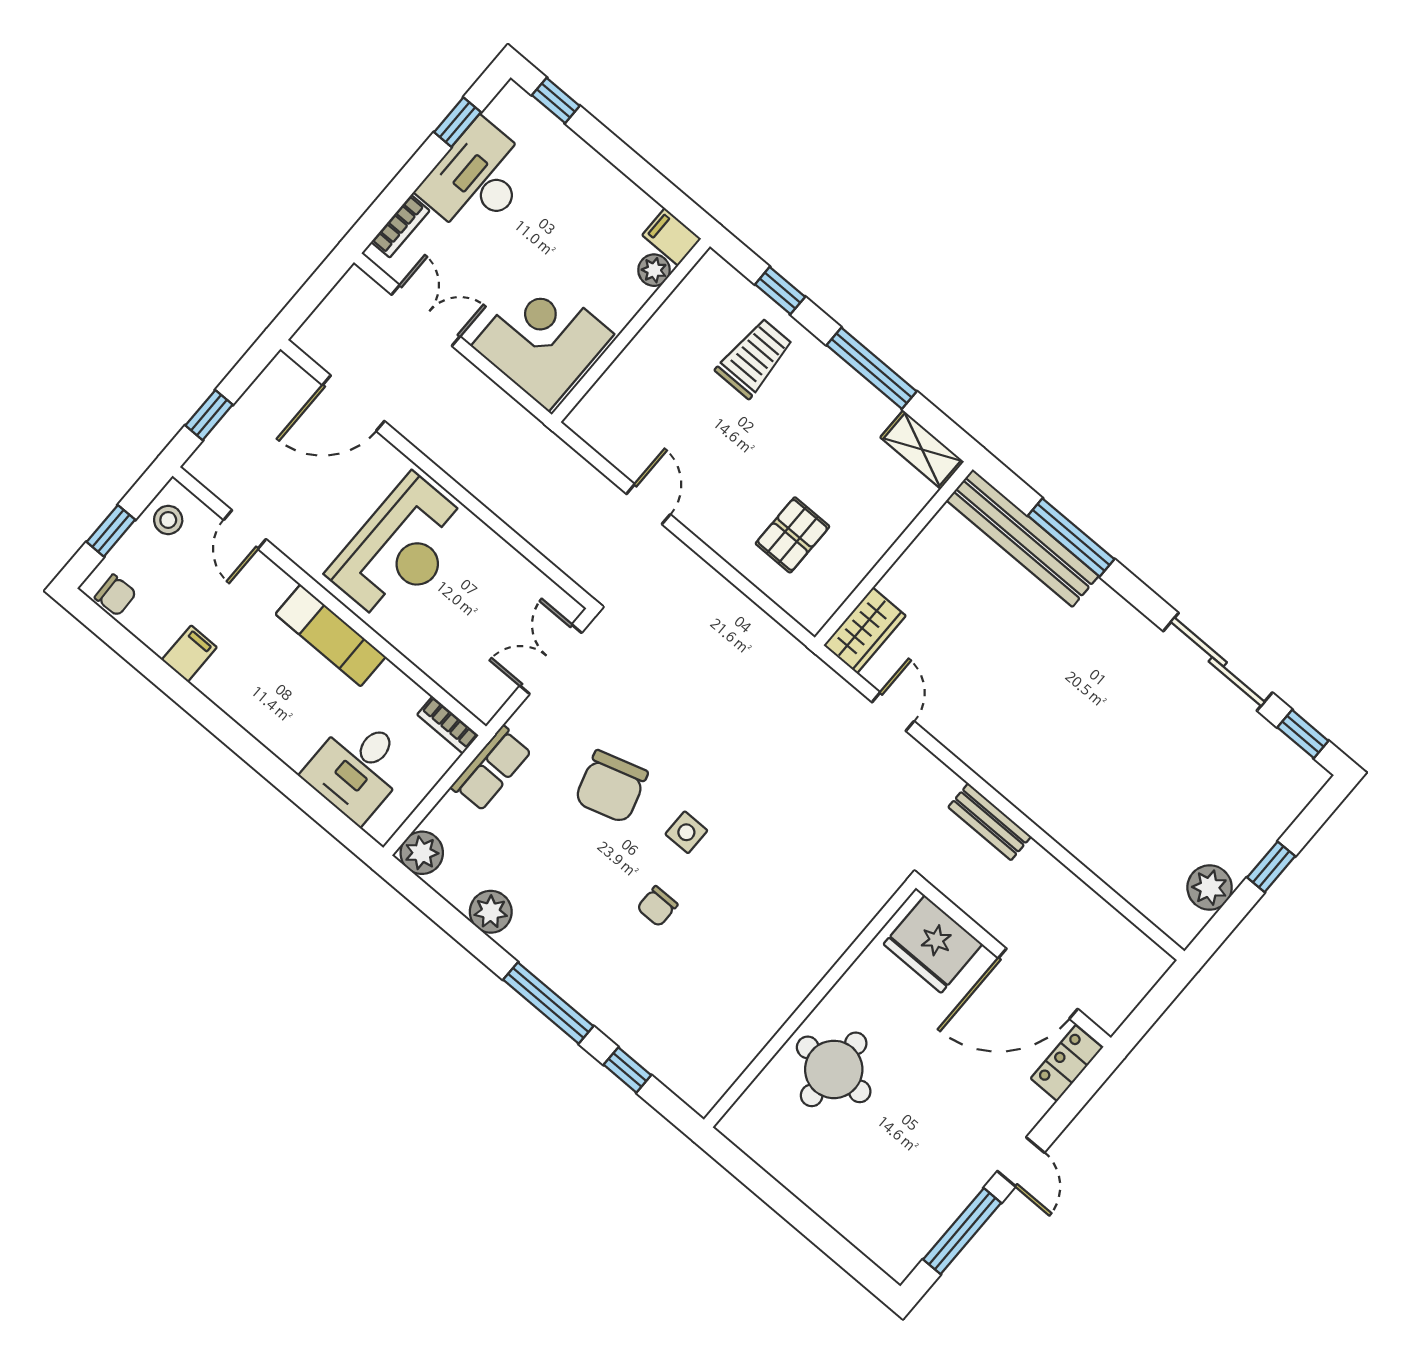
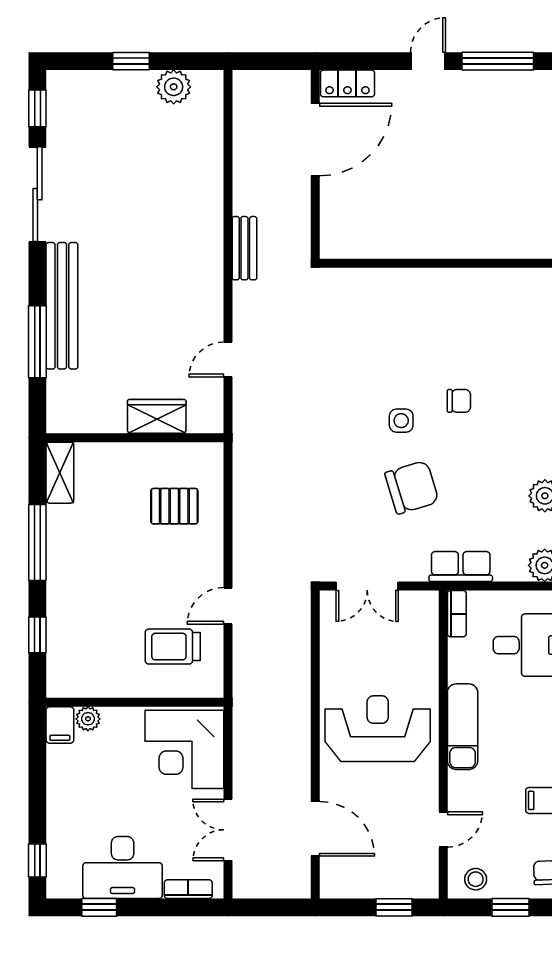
trolley: (754, 358) -> (173, 647), moved
bench: (1023, 538) -> (62, 306), moved
wardrobe: (865, 630) -> (157, 416), moved
fridge: (933, 944) -> (344, 221), removed
door: (1038, 984) -> (315, 140), hinge flipped
round table: (834, 1069) -> (467, 217), removed

